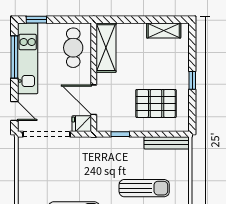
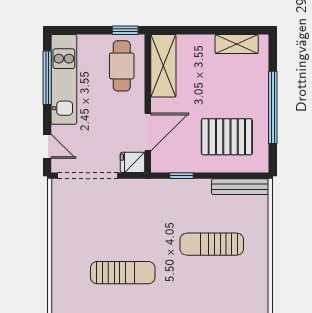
window: (36, 20) -> (125, 30), moved
window: (192, 80) -> (273, 107), width x3.17
door: (94, 100) -> (148, 132), swing flipped
sun lounger: (144, 188) -> (212, 244), turned 180

